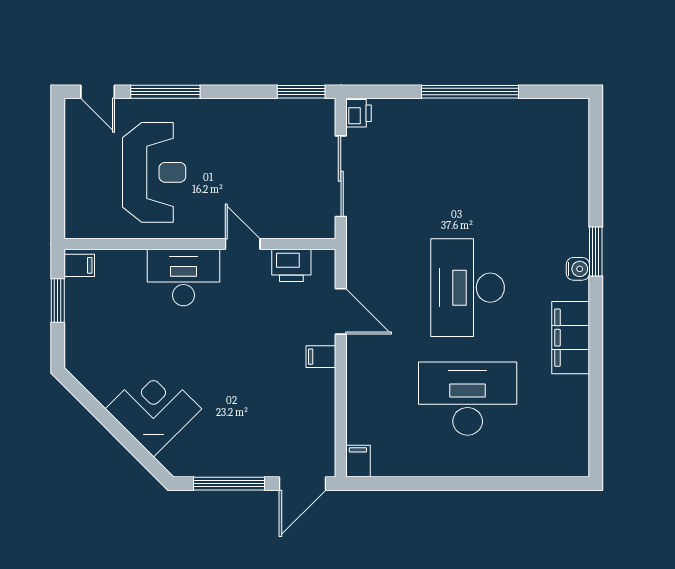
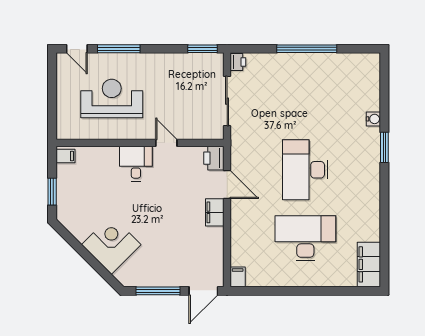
reception desk: (154, 172) -> (112, 99), turned -90
printer: (291, 265) -> (214, 158), moved, turned 90
water cooler: (578, 269) -> (373, 119), moved
desk: (184, 278) -> (136, 164), width x0.73
window: (58, 301) -> (52, 192), moved
filing cabinet: (571, 338) -> (369, 264), moved
filing cabinet: (321, 357) -> (215, 212), width x2.00

